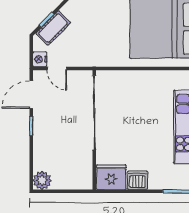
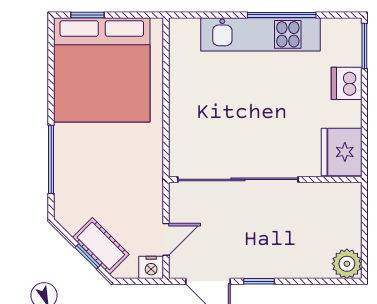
dishwasher: (137, 180) -> (347, 83), moved

